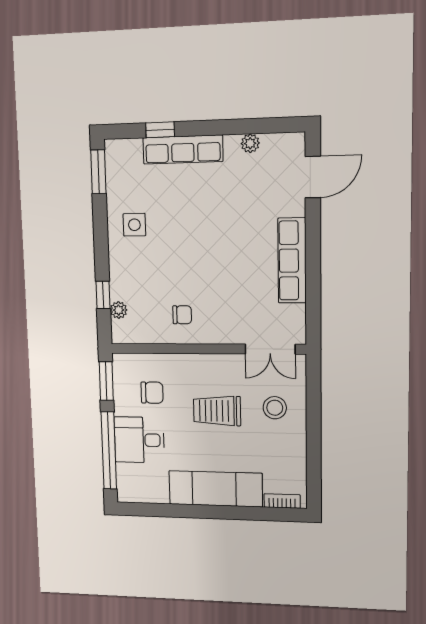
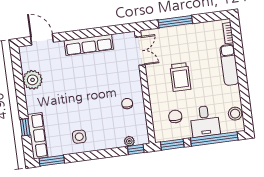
plant: (250, 143) -> (33, 80), width x1.87, depth x1.87
row of seats: (183, 150) -> (38, 136), moved
window: (103, 295) -> (136, 149), moved
stool: (275, 408) -> (235, 114), moved
window: (314, 416) -> (175, 22), added
exam couch: (216, 489) -> (229, 65), width x0.73, depth x0.69

